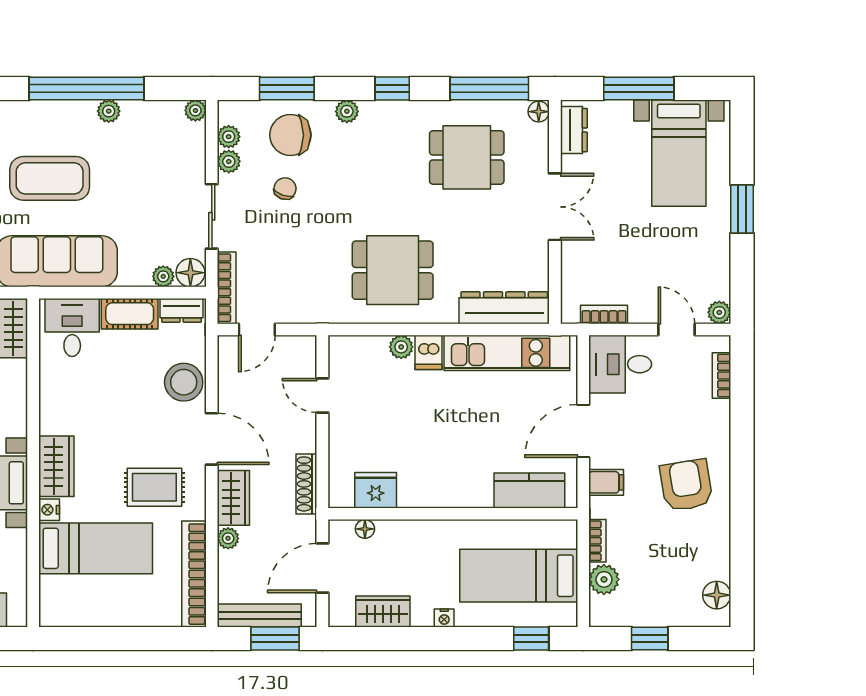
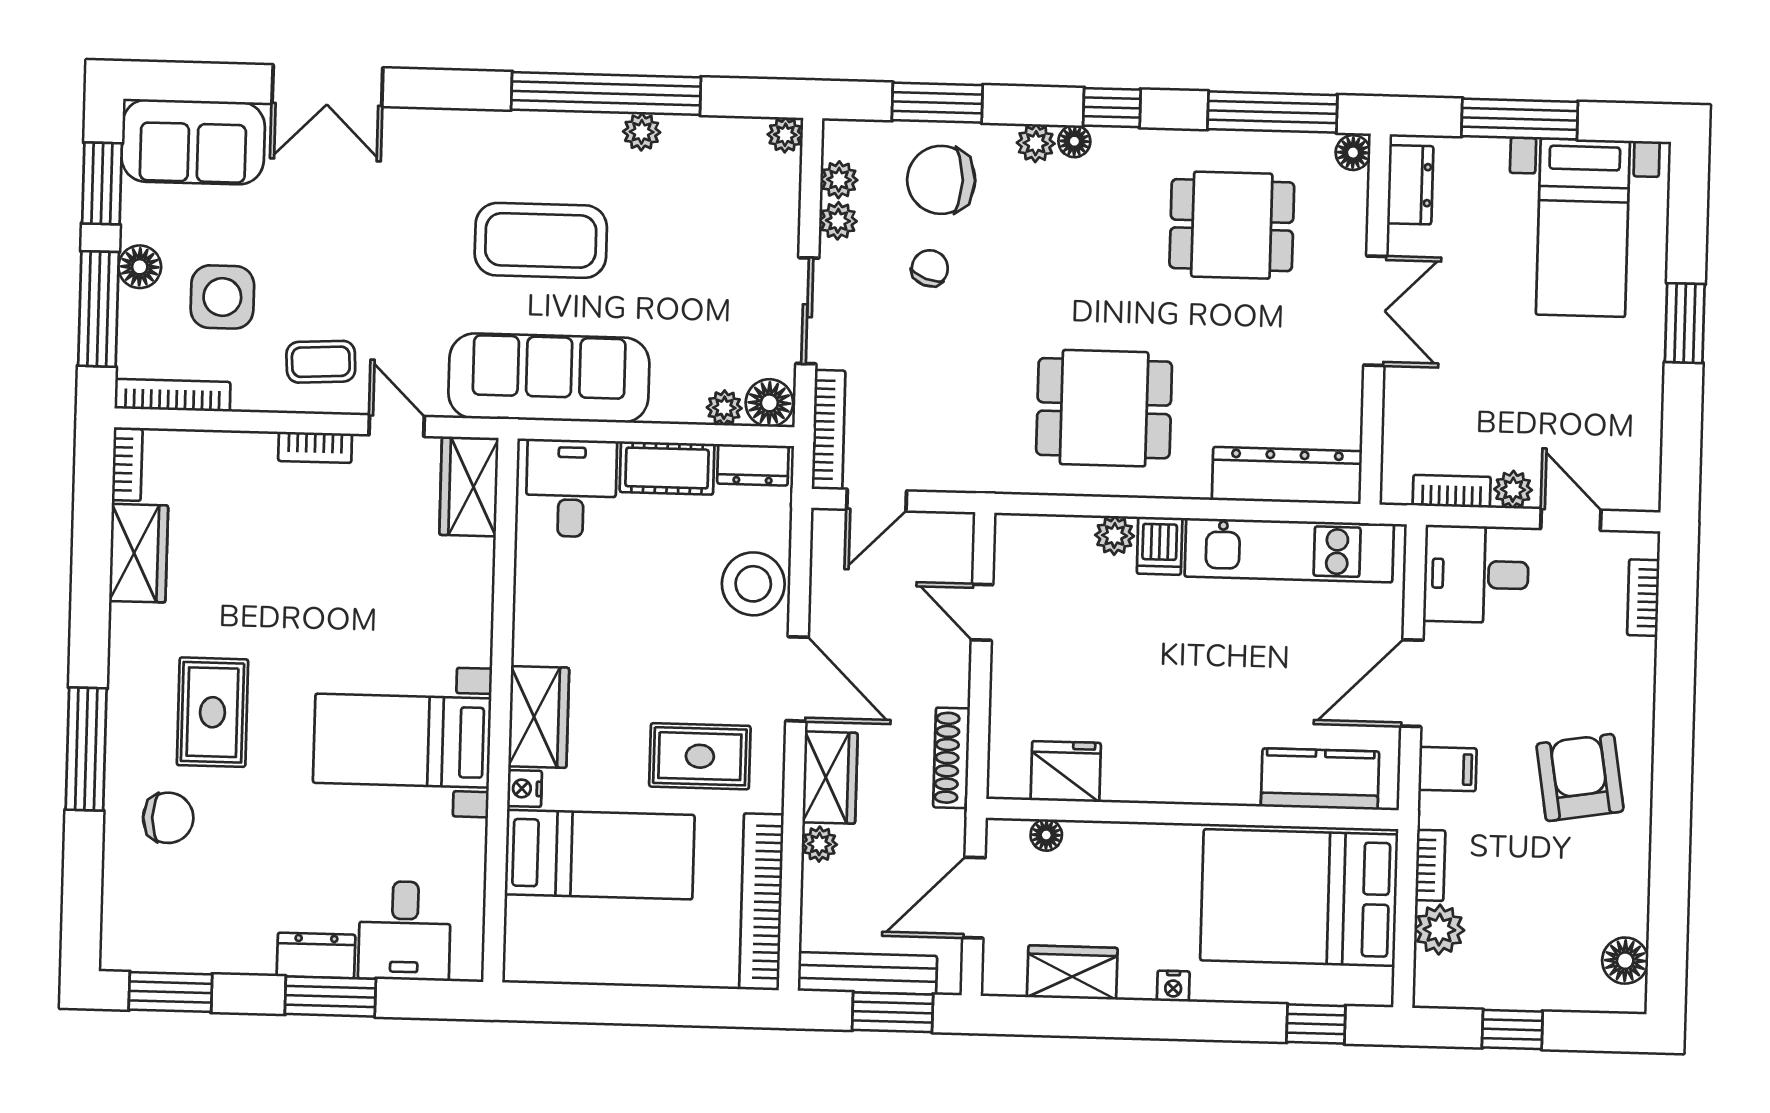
floor lamp: (370, 109) -> (1074, 141), added
plant: (719, 312) -> (1513, 490), moved
bed: (519, 576) -> (1299, 897), width x1.50

